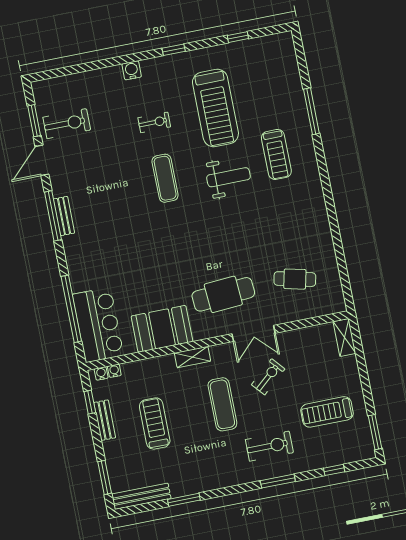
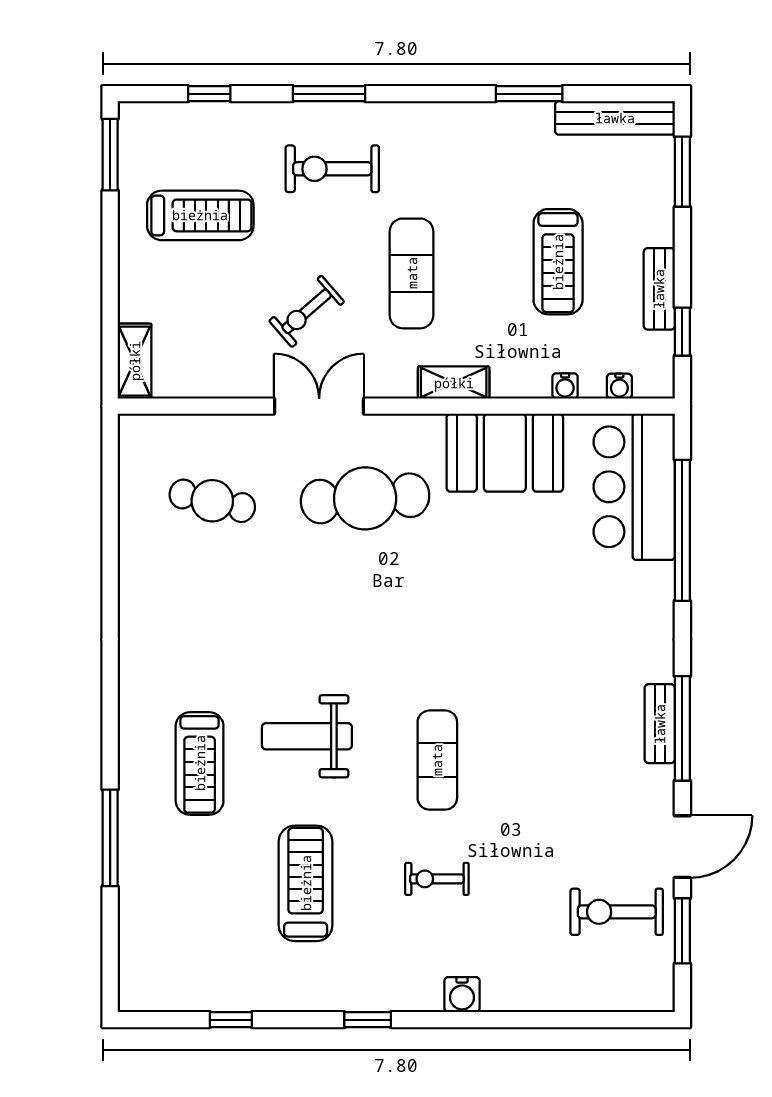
treadmill: (215, 108) -> (306, 883), width x0.73, depth x0.73
treadmill: (276, 154) -> (200, 763), turned 180
water cooler: (101, 373) -> (565, 386), moved

